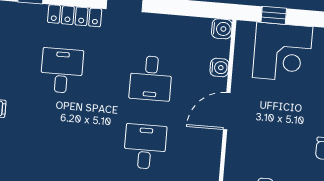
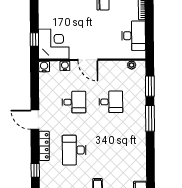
corner desk: (283, 52) -> (54, 44), moved
desk: (62, 71) -> (74, 150), width x1.37
desk: (145, 147) -> (111, 102), turned 180

